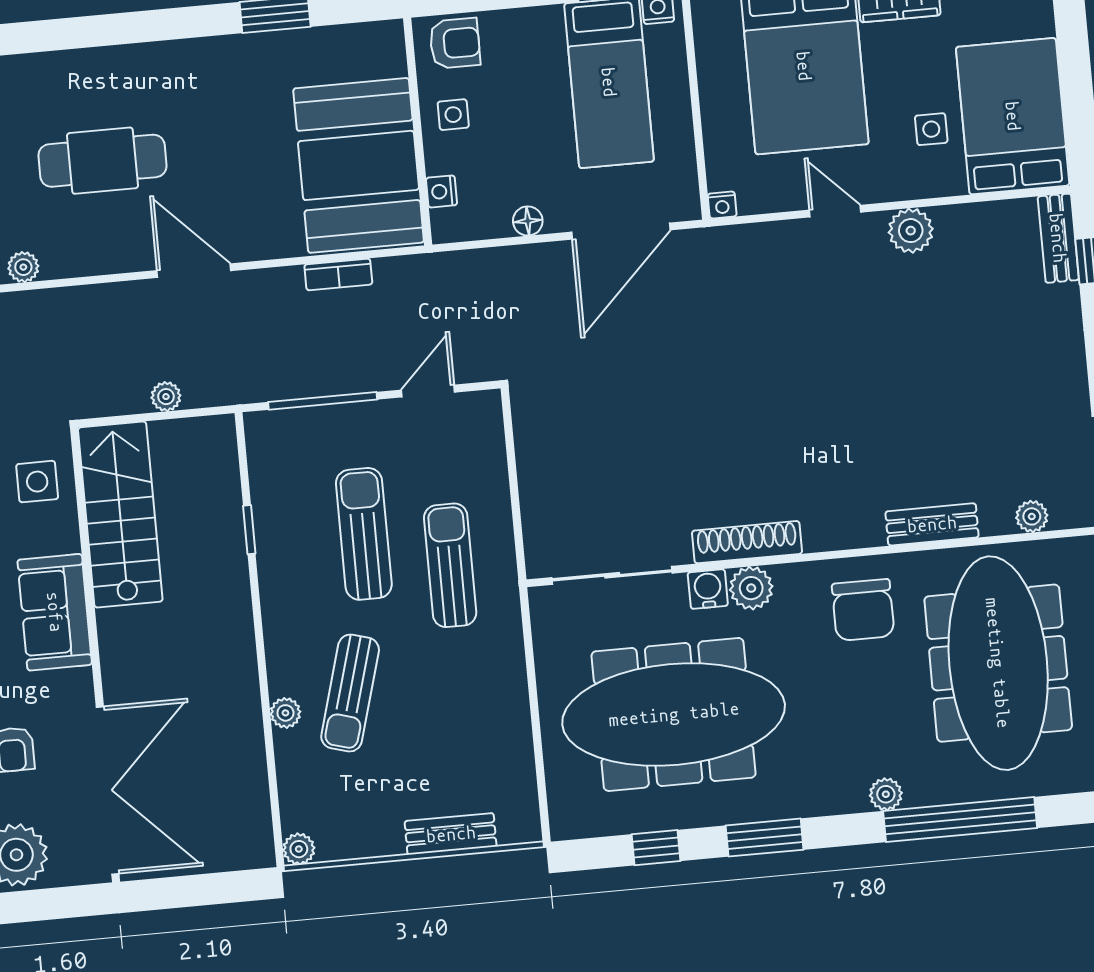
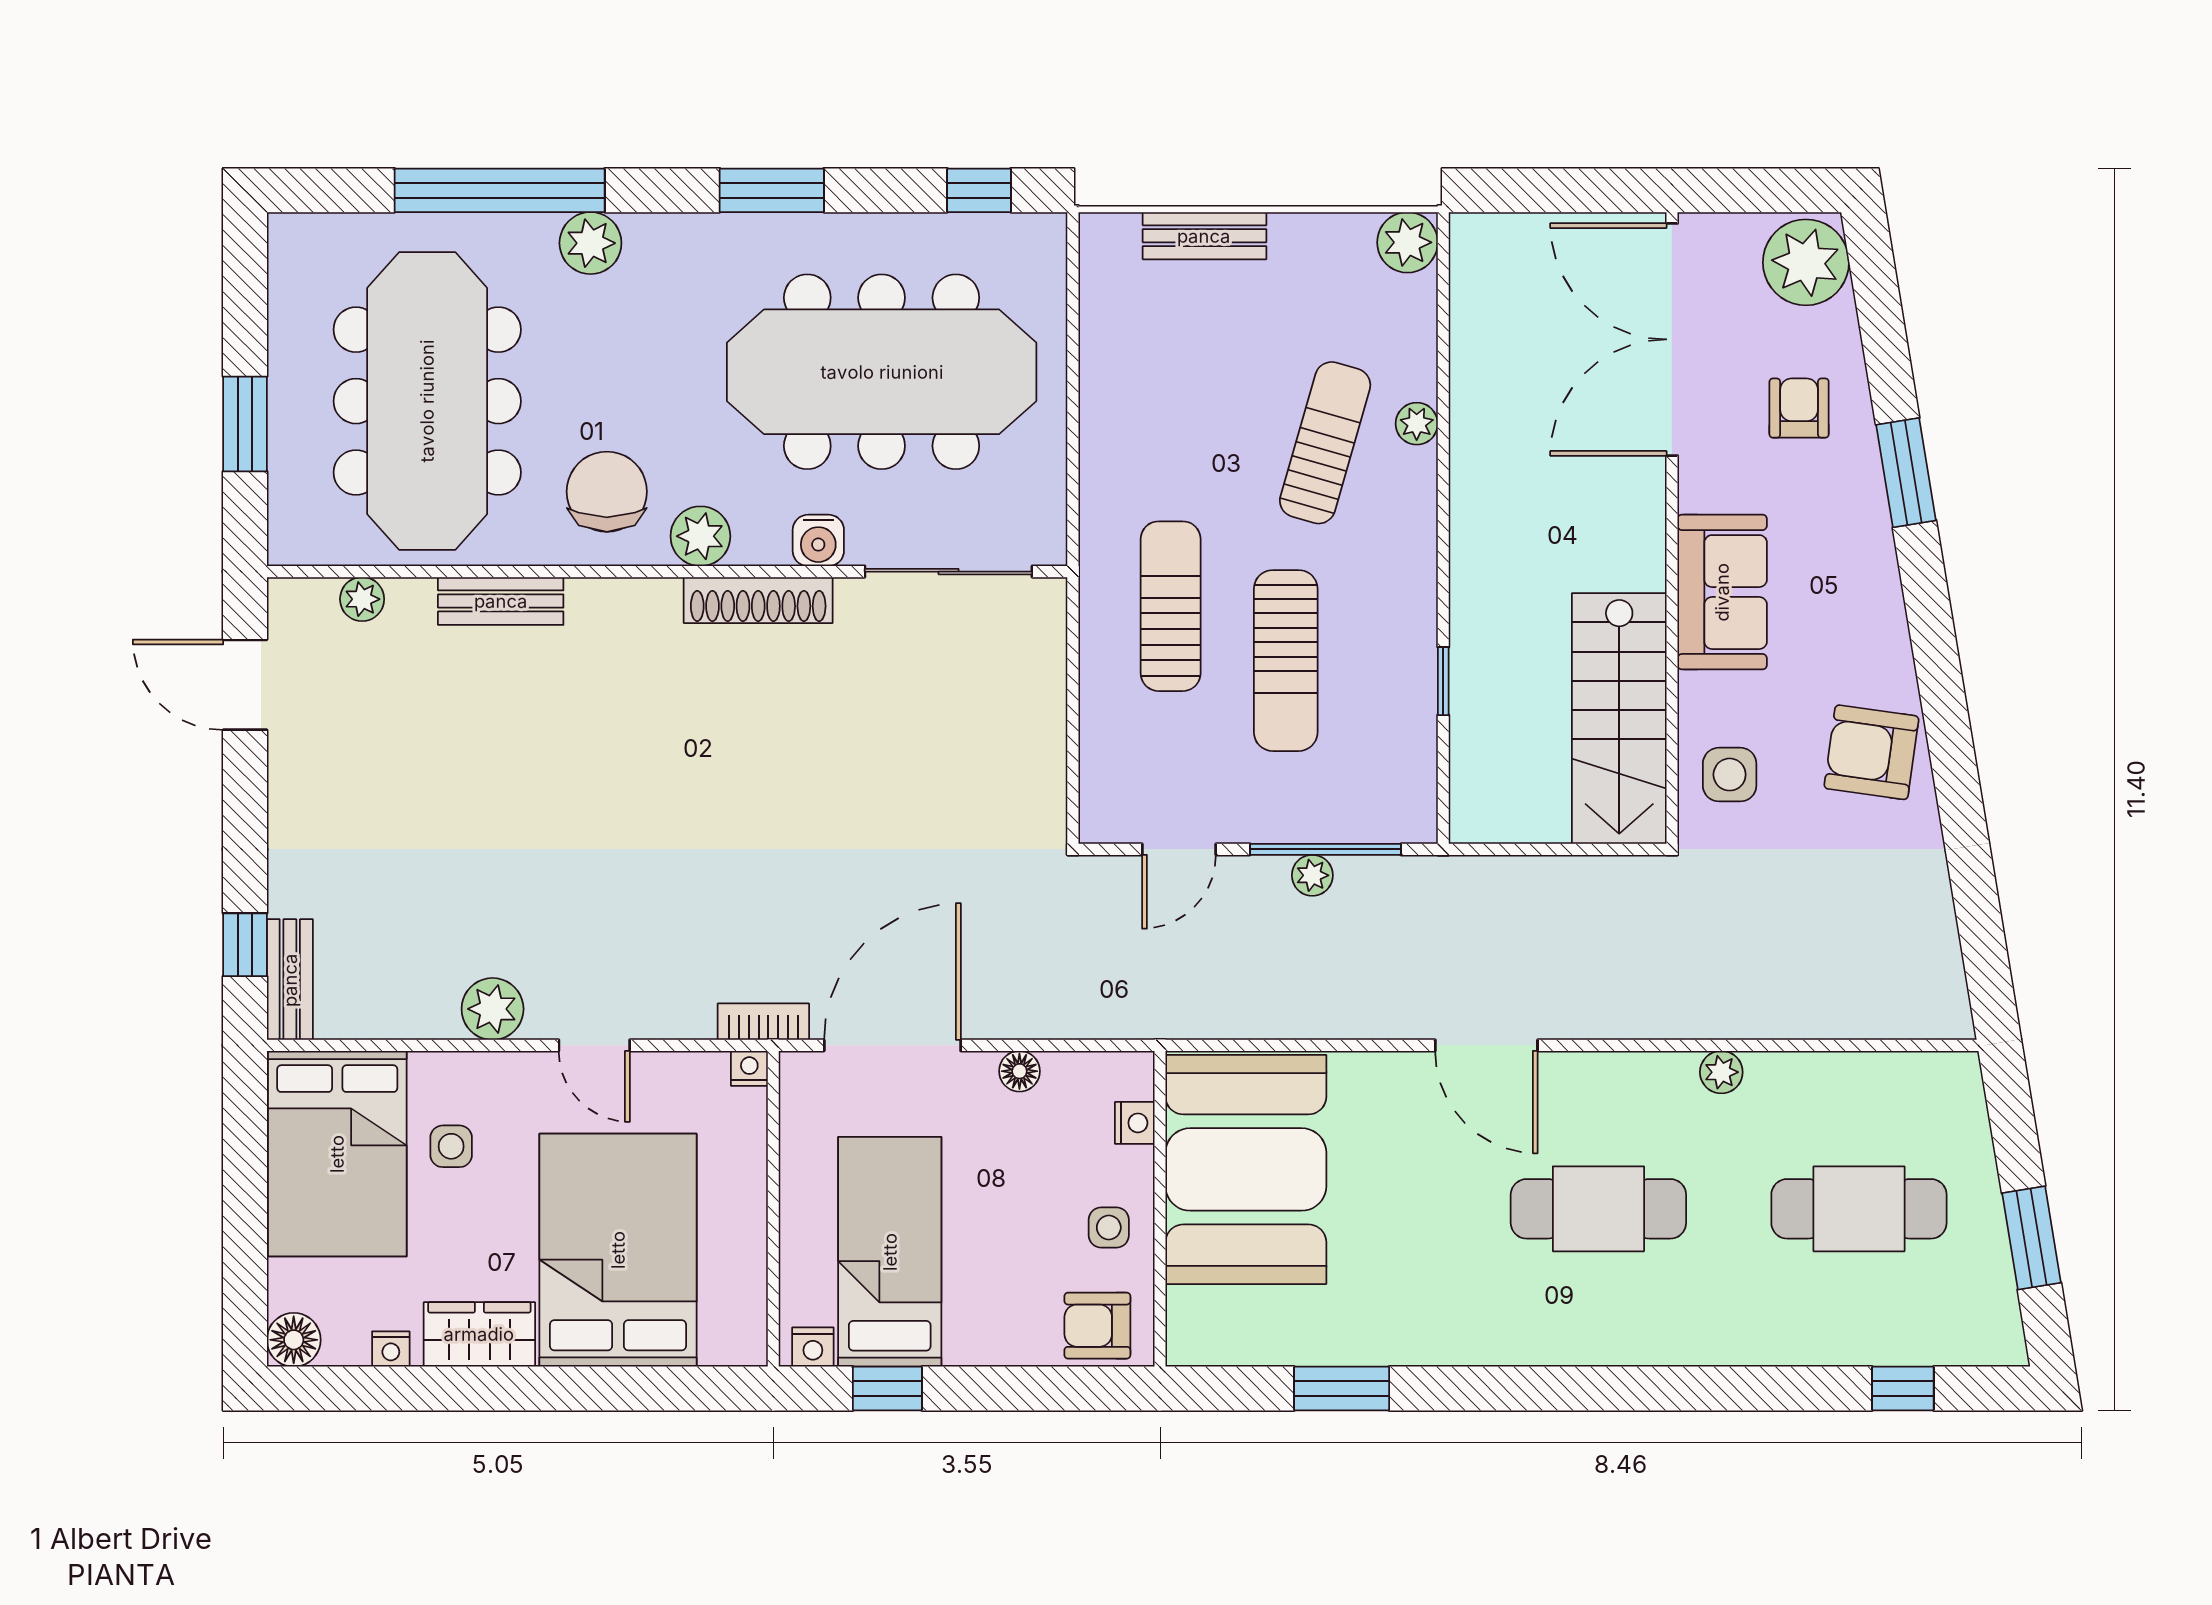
bookcase: (338, 274) -> (763, 1022), moved
plant: (166, 397) -> (1312, 875), moved
sun lounger: (450, 565) -> (1171, 606), turned 180
plant: (751, 588) -> (700, 536), moved
plant: (886, 794) -> (590, 243), width x1.38, depth x1.38
window: (656, 848) -> (979, 190), moved
plant: (299, 849) -> (1407, 242), width x1.38, depth x1.38

